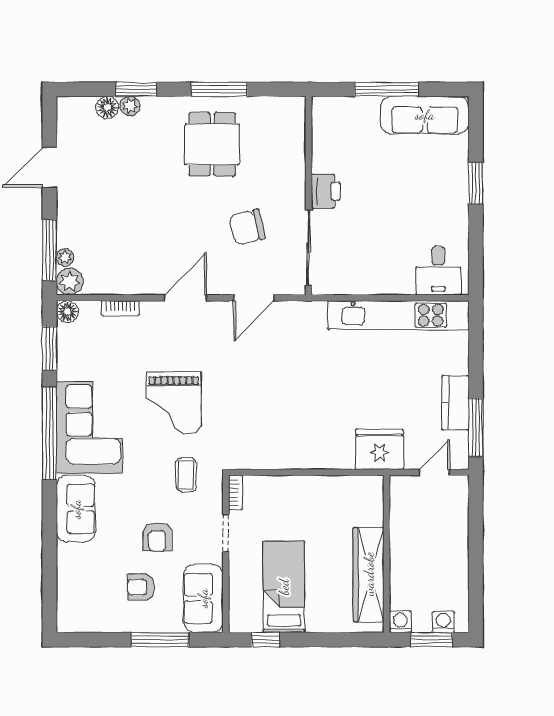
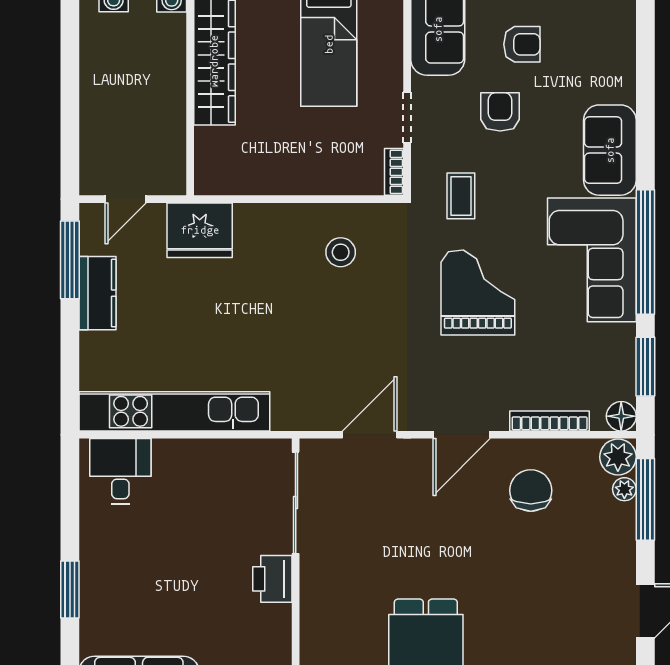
chair: (247, 227) -> (531, 490), moved, turned -76
bookcase: (120, 308) -> (550, 421), width x1.56
stool: (275, 433) -> (341, 252), added

